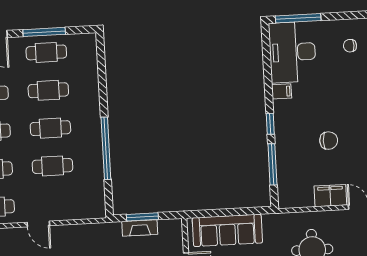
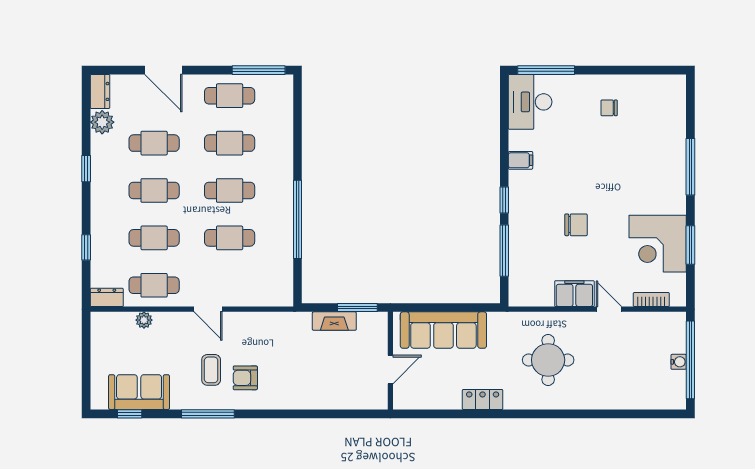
window: (44, 32) -> (259, 70), moved
desk: (292, 52) -> (530, 102), width x0.73, depth x0.77
window: (142, 217) -> (357, 308), moved

